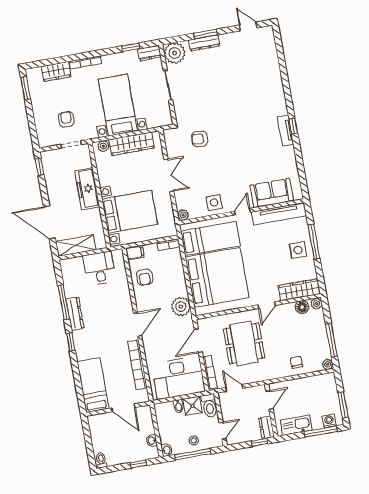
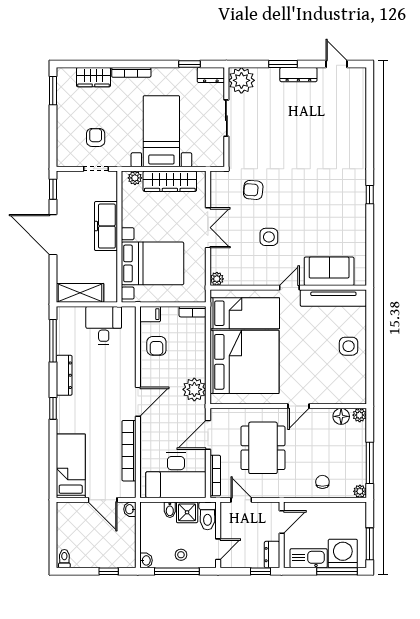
dresser: (204, 43) -> (298, 75), moved
tv unit: (286, 131) -> (359, 199), removed
side table: (214, 203) -> (269, 237), moved
door: (49, 222) -> (53, 235), moved
window: (314, 242) -> (370, 339), removed
wardrobe: (299, 290) -> (341, 395), removed
window: (64, 302) -> (53, 341), moved
washing machine: (329, 421) -> (343, 554), width x1.89, depth x1.89
washbasin: (152, 441) -> (130, 509), moved

